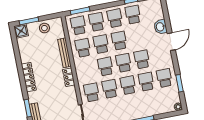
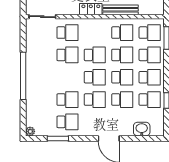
washbasin: (160, 27) -> (142, 129), moved
school desk: (128, 85) -> (122, 100), moved

